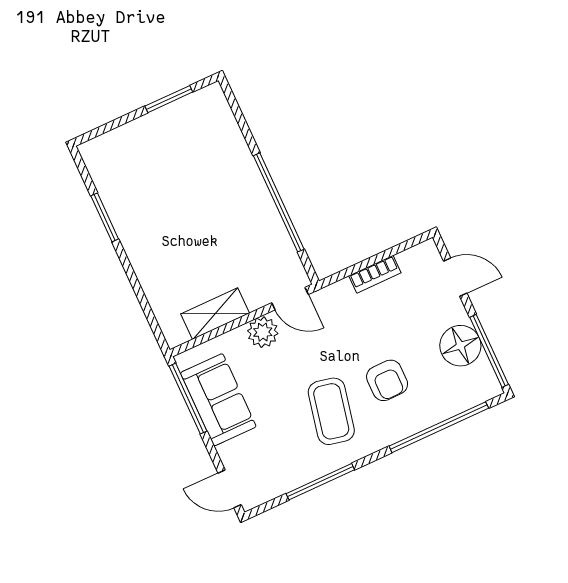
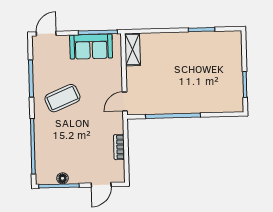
shelving: (215, 314) -> (133, 50), moved
plant: (263, 332) -> (114, 82), removed
floor lamp: (460, 346) -> (63, 178), width x0.53, depth x0.53
armchair: (387, 380) -> (66, 131), removed
coffee table: (331, 411) -> (62, 98), turned -35

